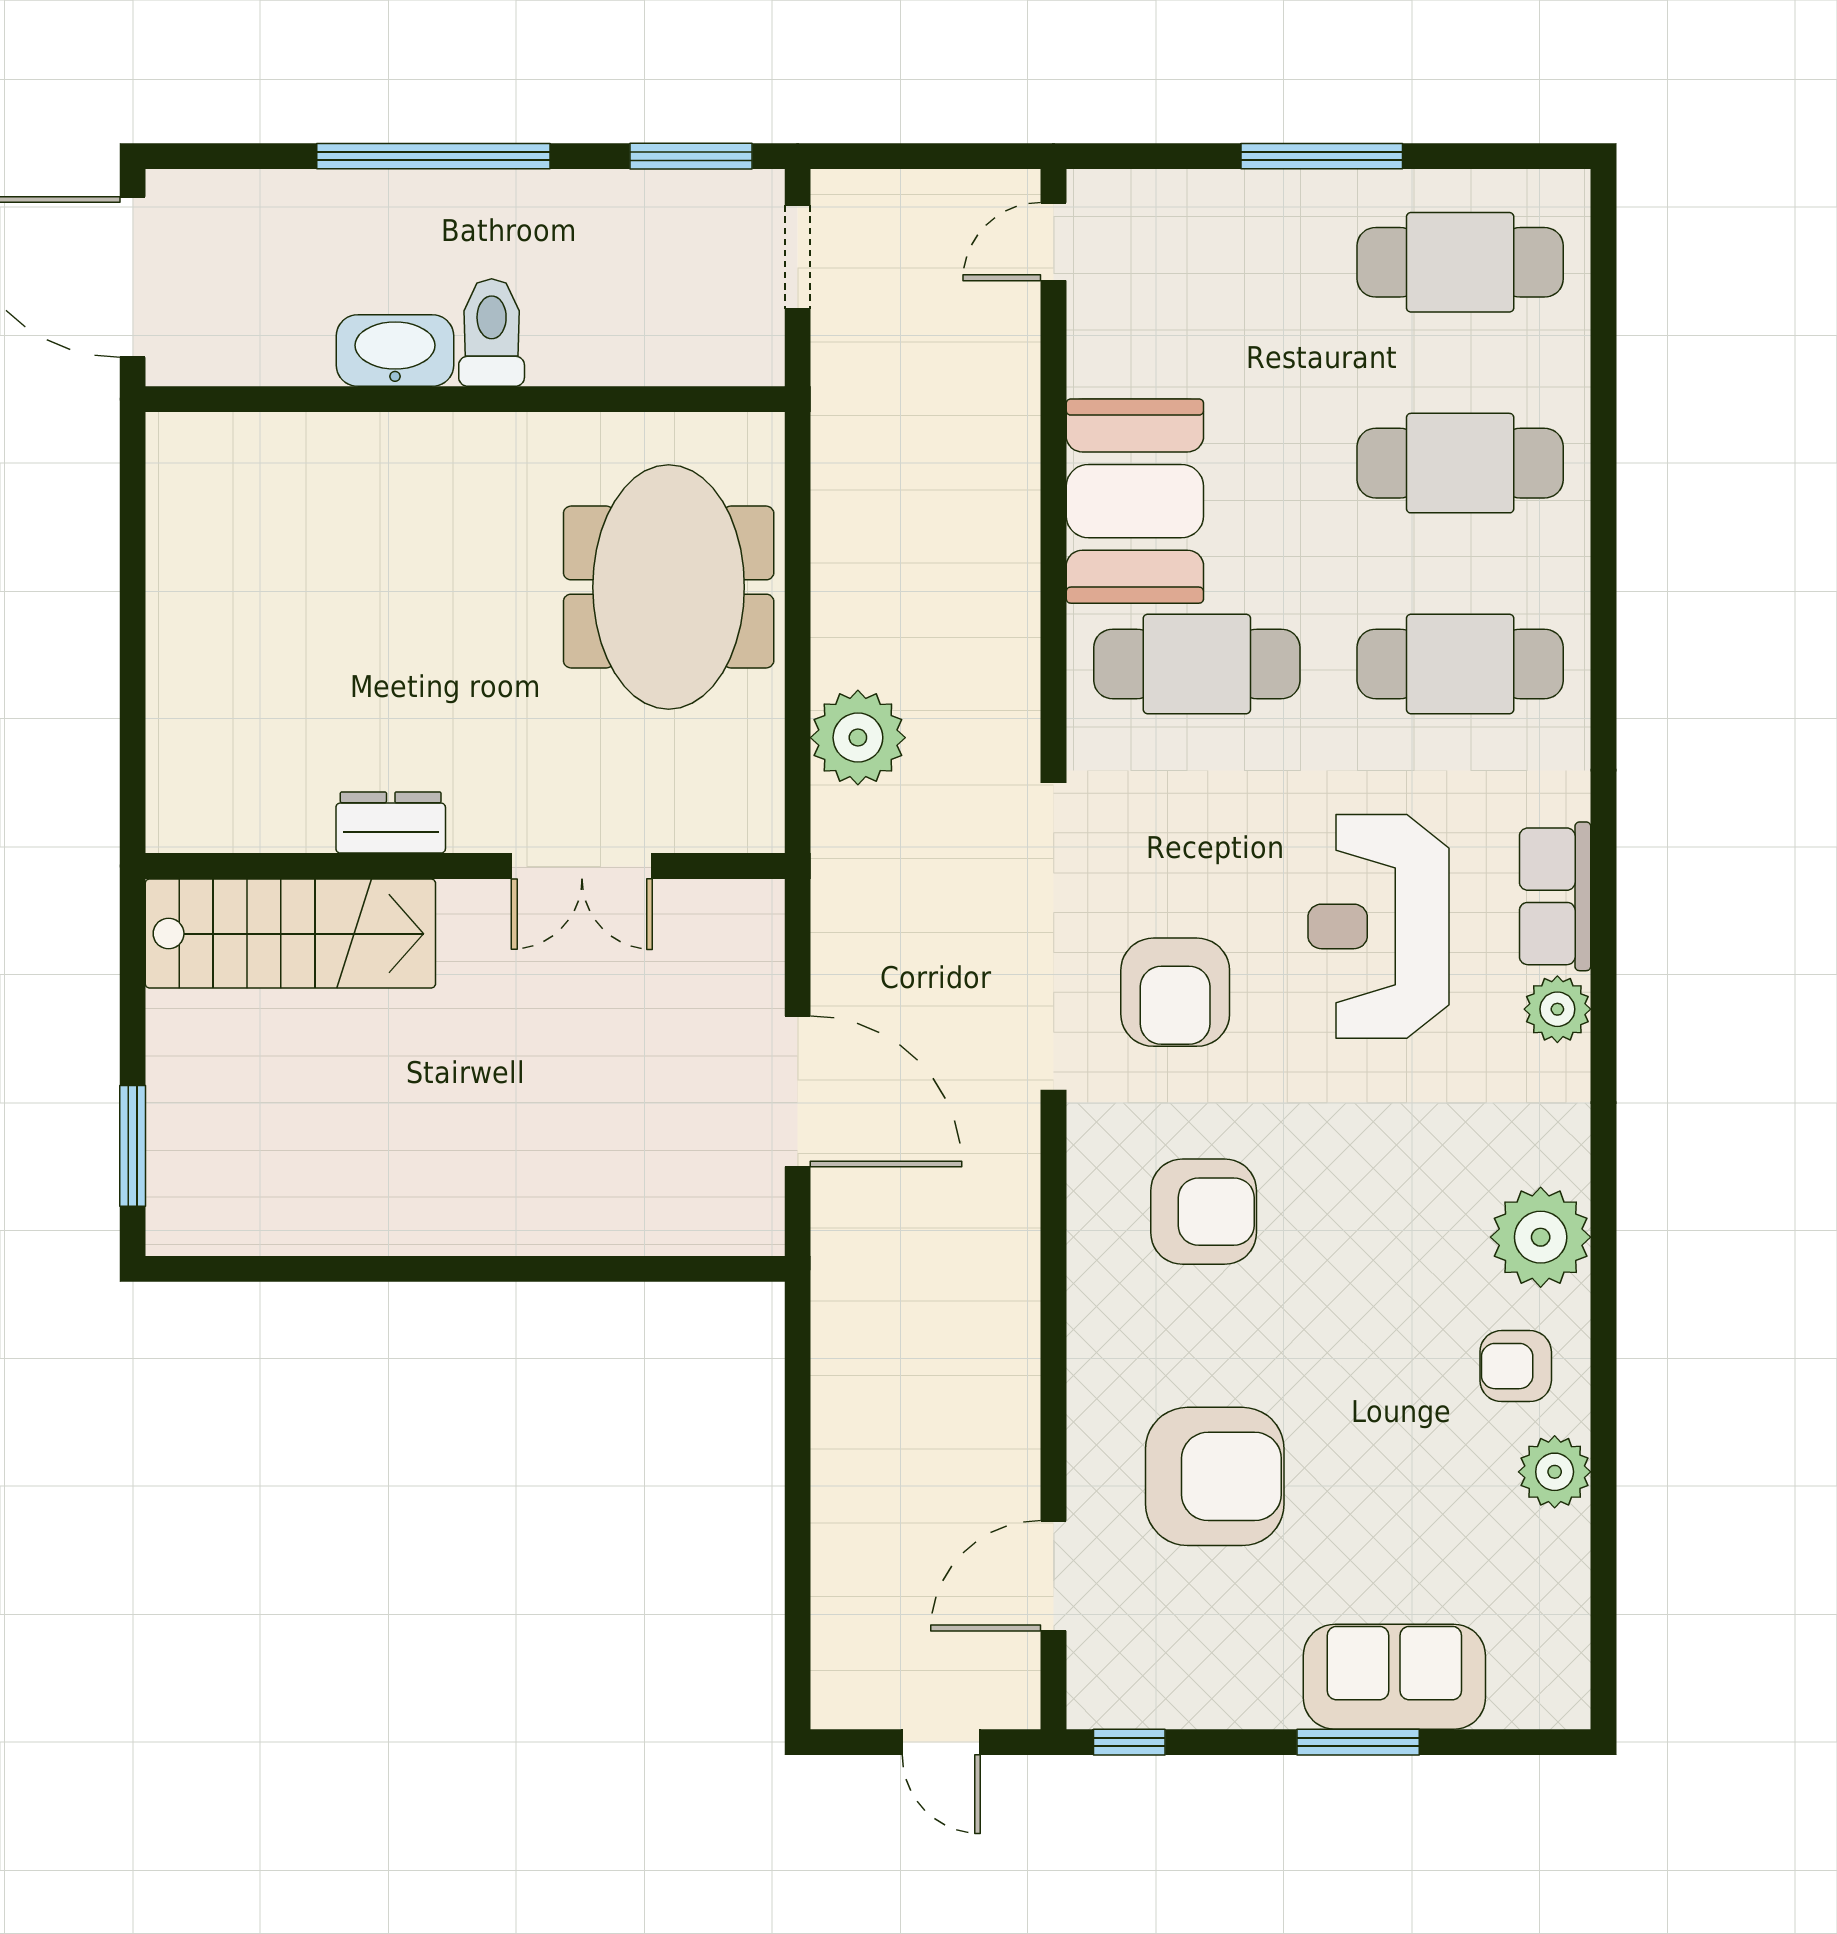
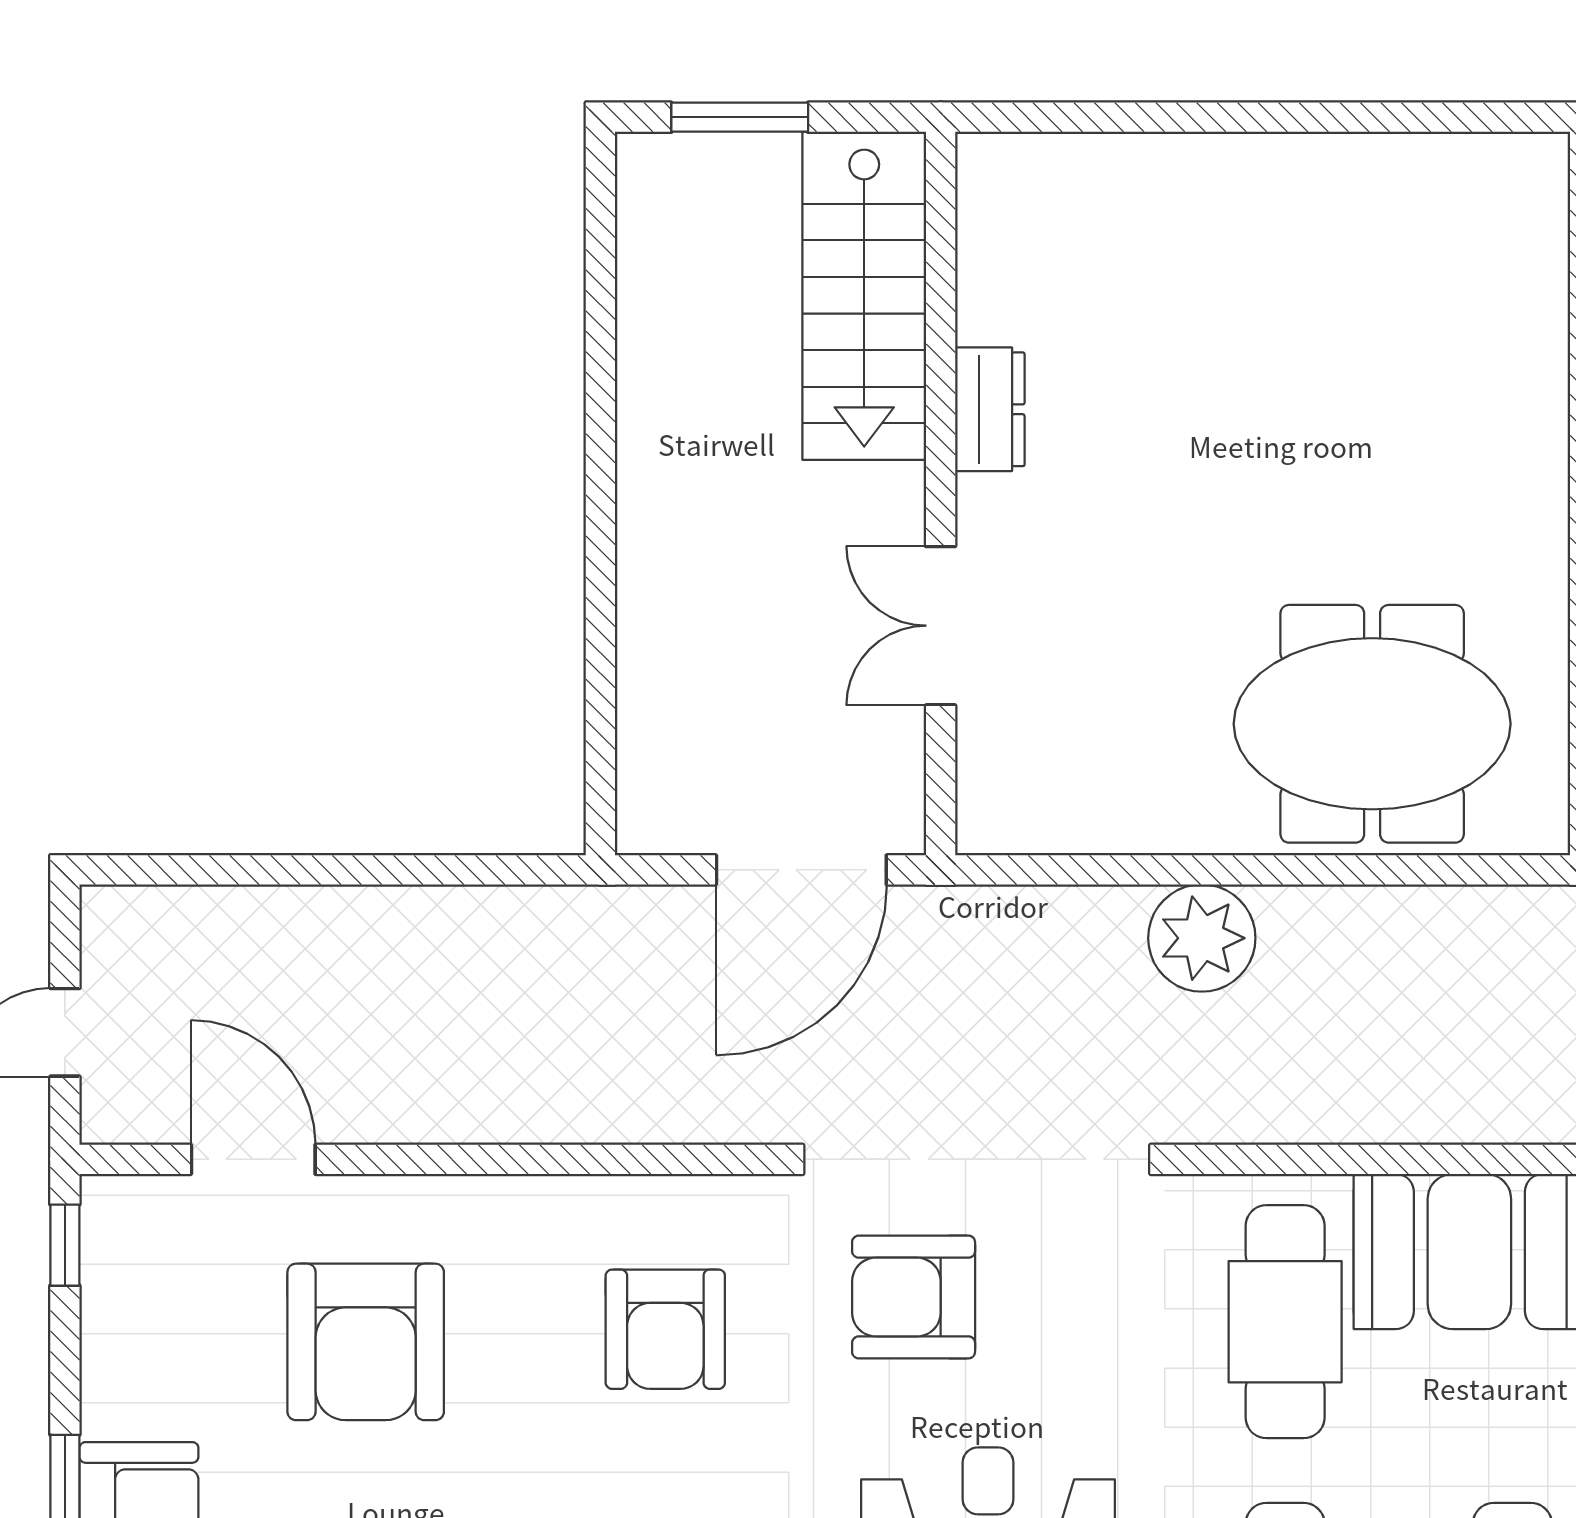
dresser: (391, 823) -> (990, 409), moved
wall: (465, 866) -> (941, 494), moved
double door: (582, 866) -> (941, 626), moved
stairs: (290, 934) -> (864, 296), moved

